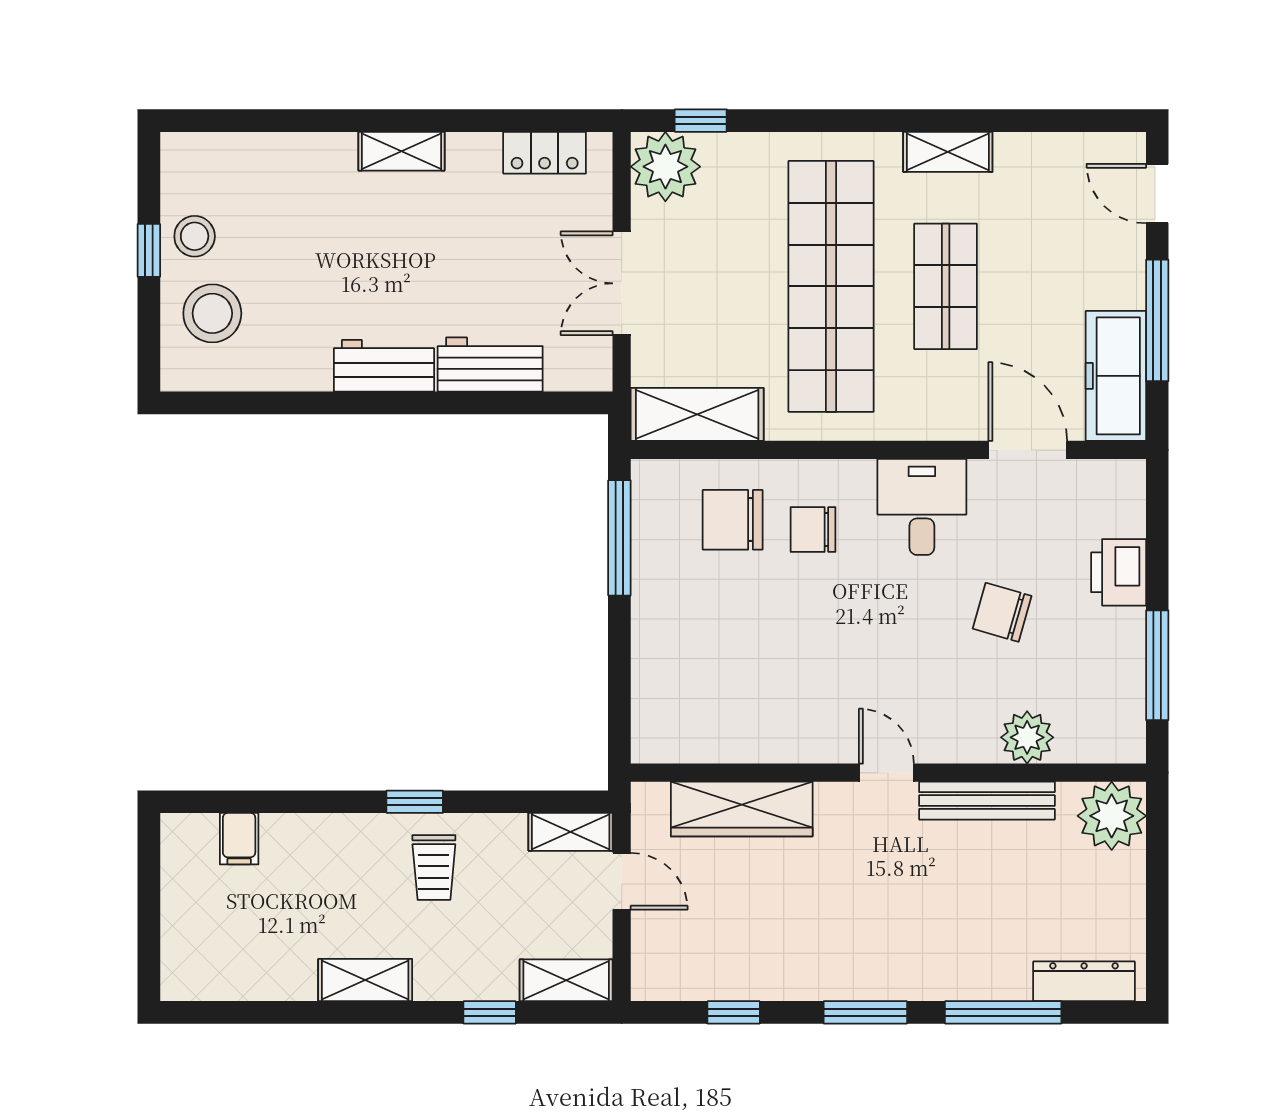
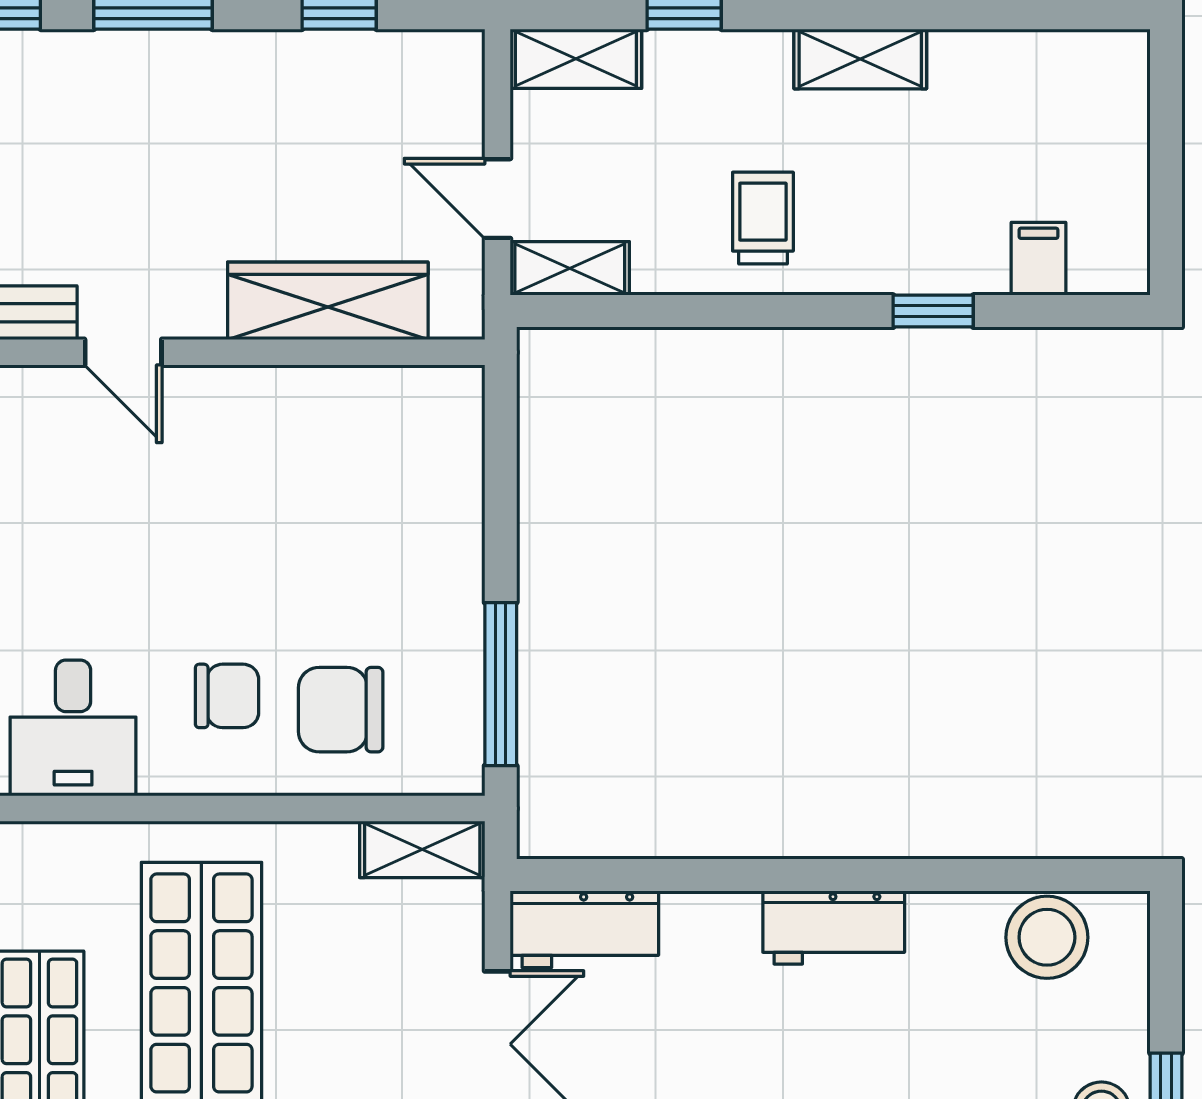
stool: (212, 313) -> (1047, 937), moved
workbench: (490, 365) -> (584, 929), moved
shelving: (697, 414) -> (422, 849), width x0.67, depth x0.75
chair: (733, 520) -> (341, 710), turned 180
window: (415, 802) -> (933, 311), moved

